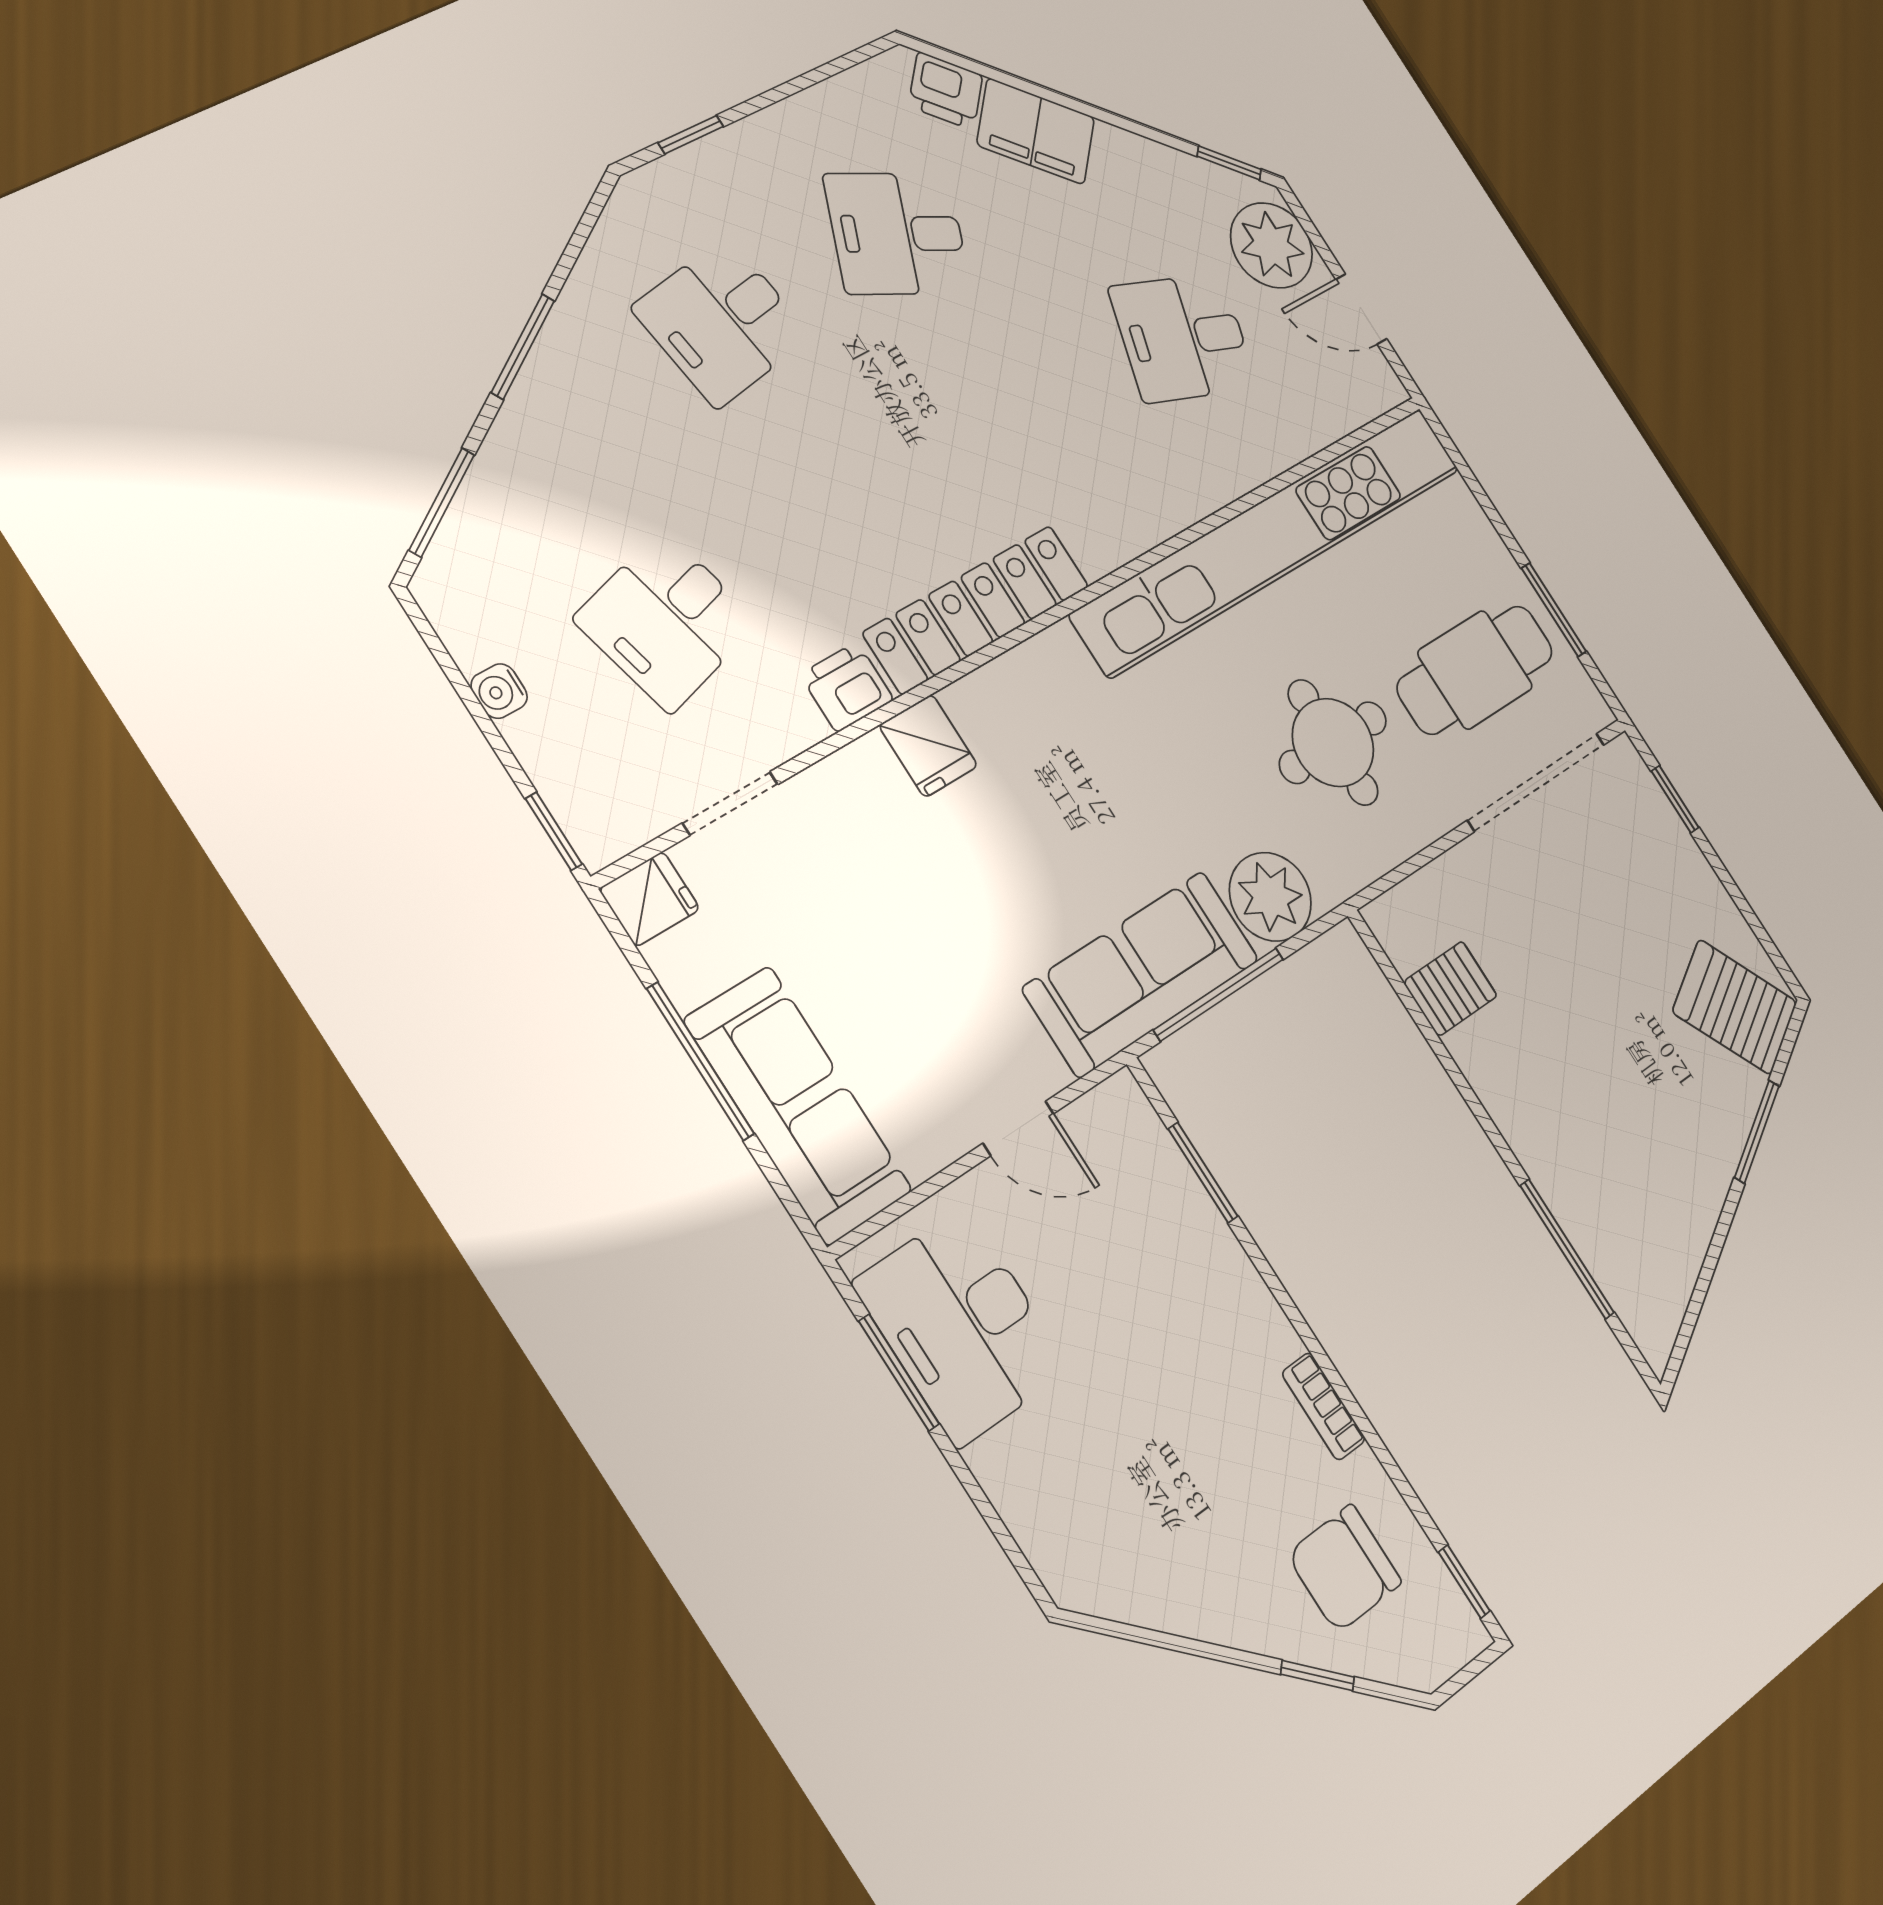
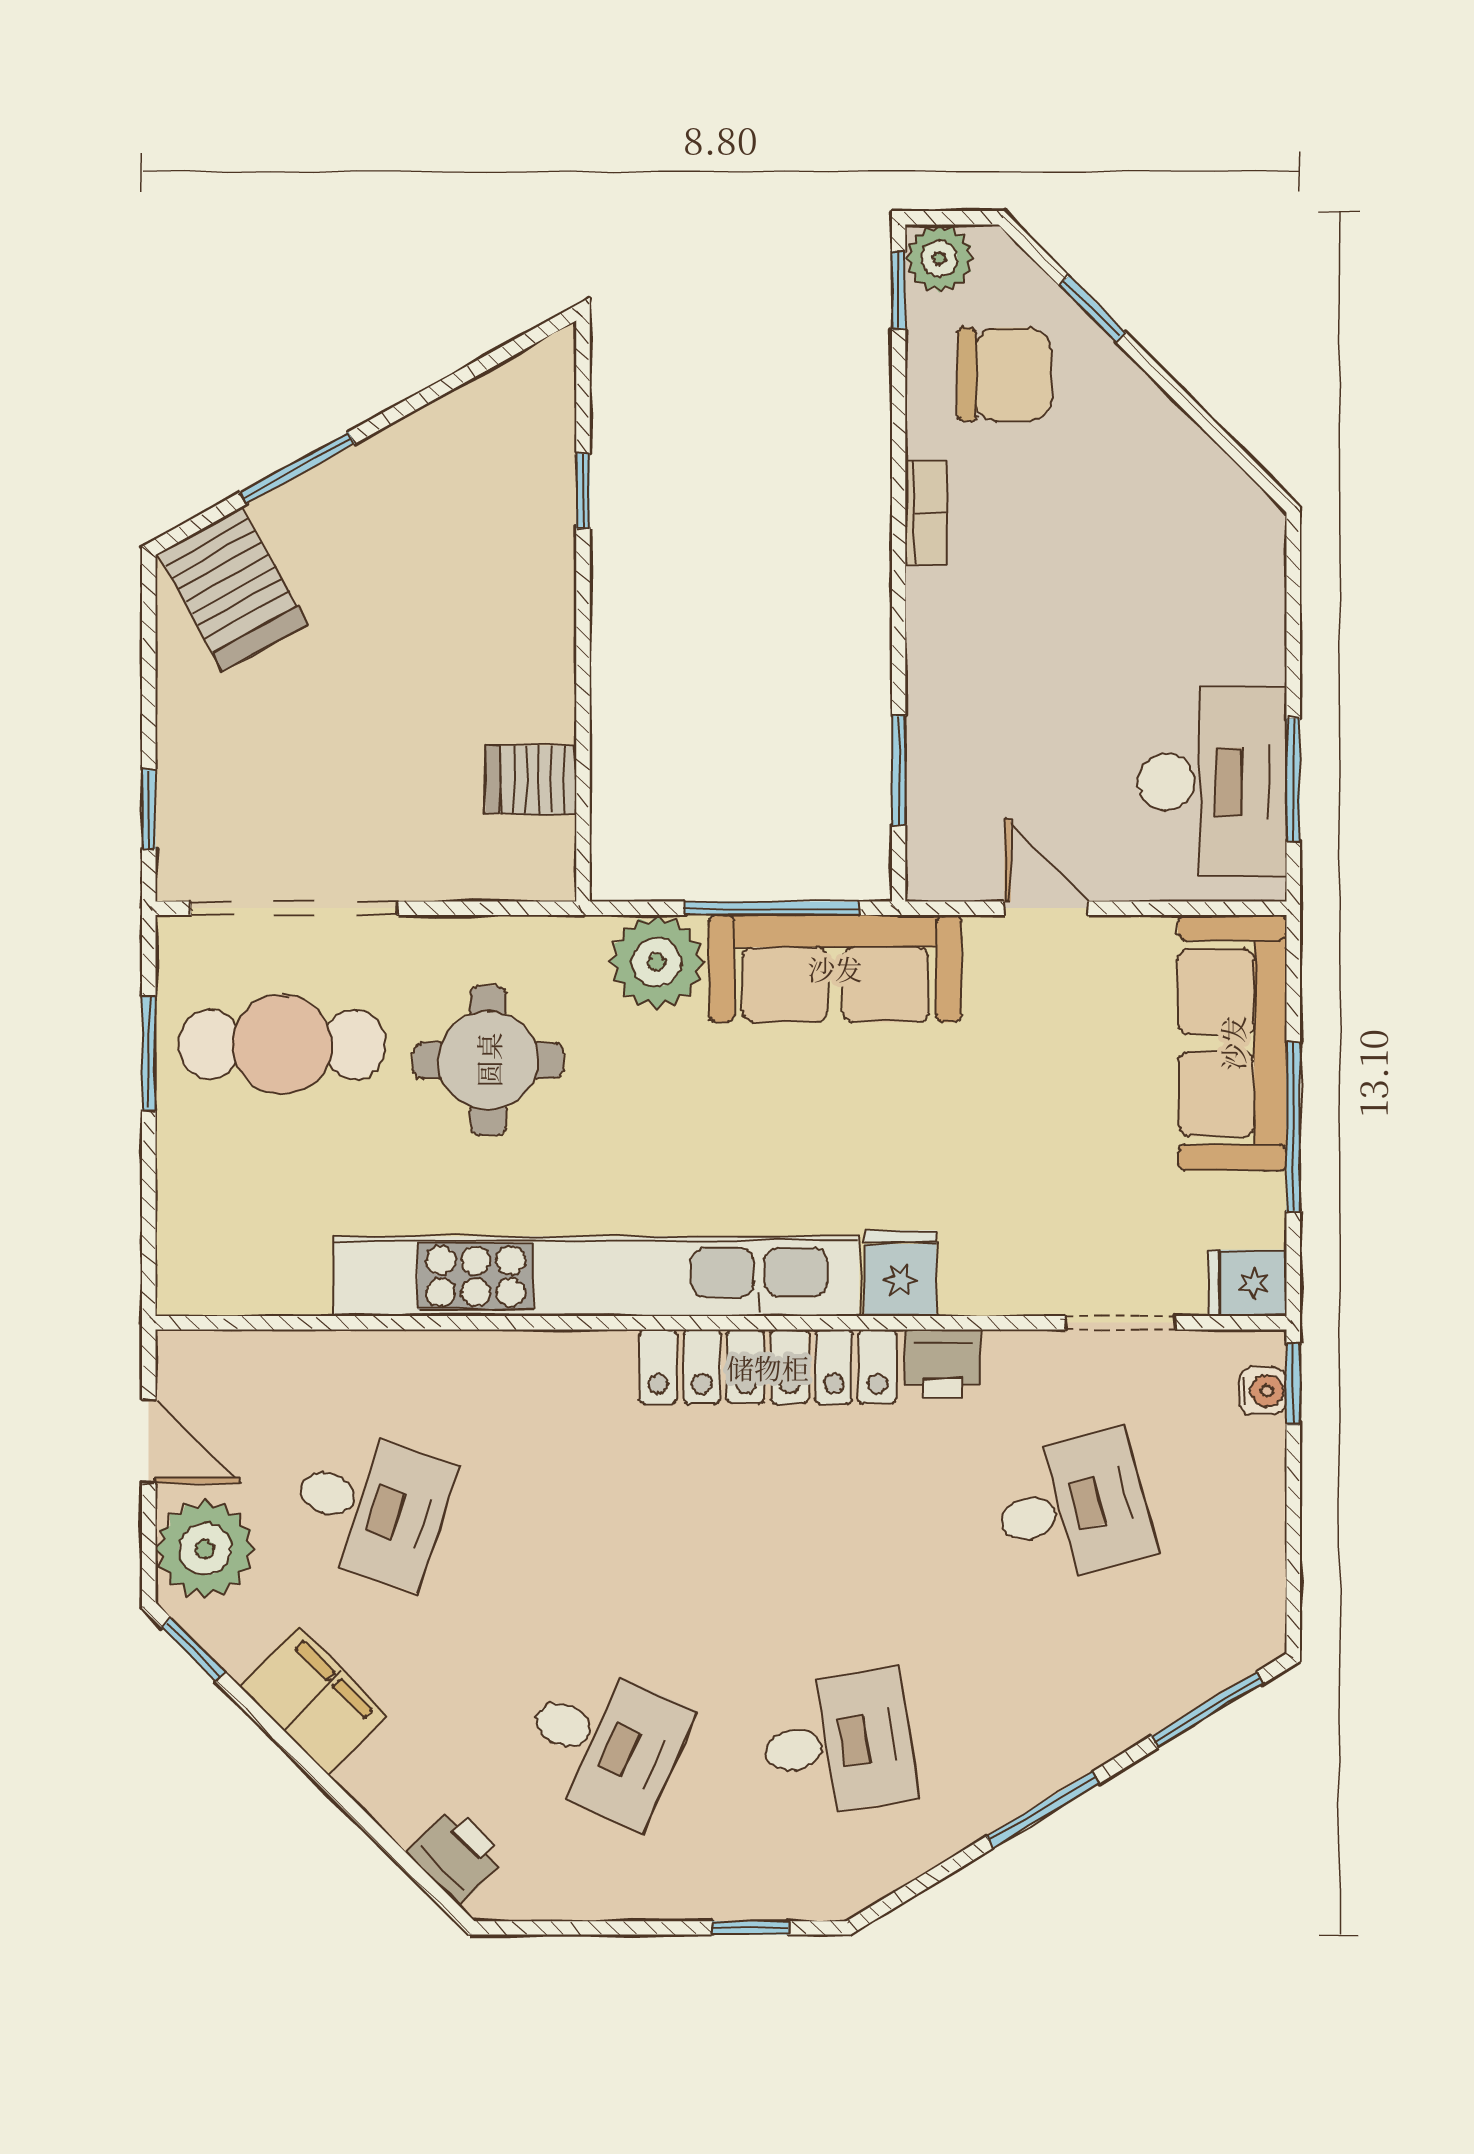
filing cabinet: (1036, 131) -> (313, 1701), moved
kitchen unit: (1269, 540) -> (596, 1276), moved
water cooler: (499, 691) -> (1263, 1391), moved
window: (1567, 1249) -> (583, 491), width x0.46
plant: (1454, 1632) -> (939, 258), added

